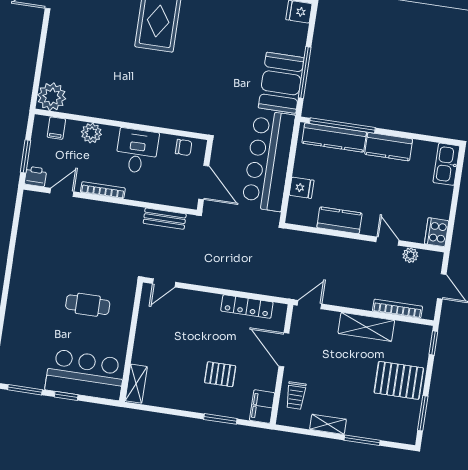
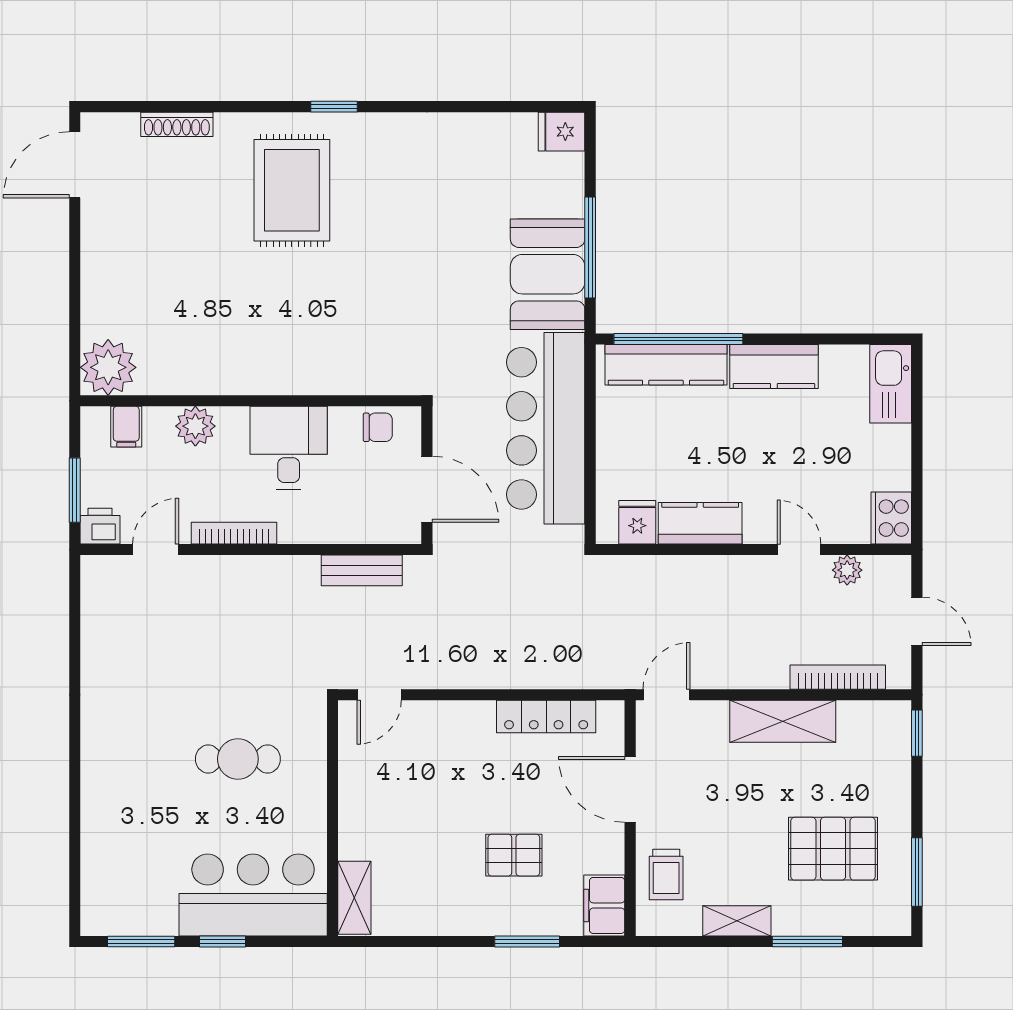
fridge: (302, 188) -> (637, 522), moved, turned -90
pallet: (399, 380) -> (833, 849), moved

